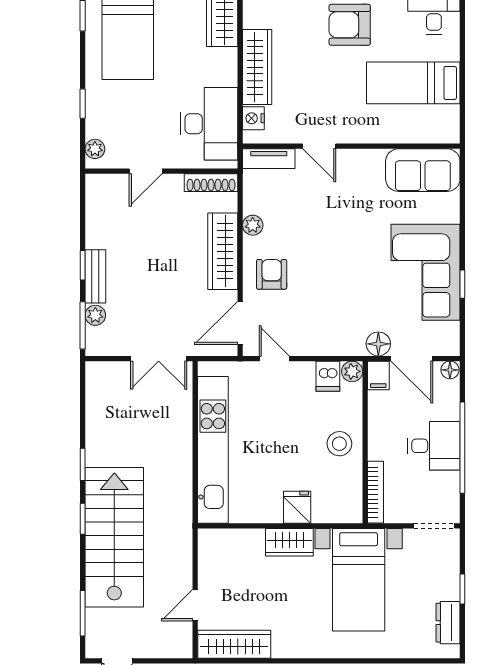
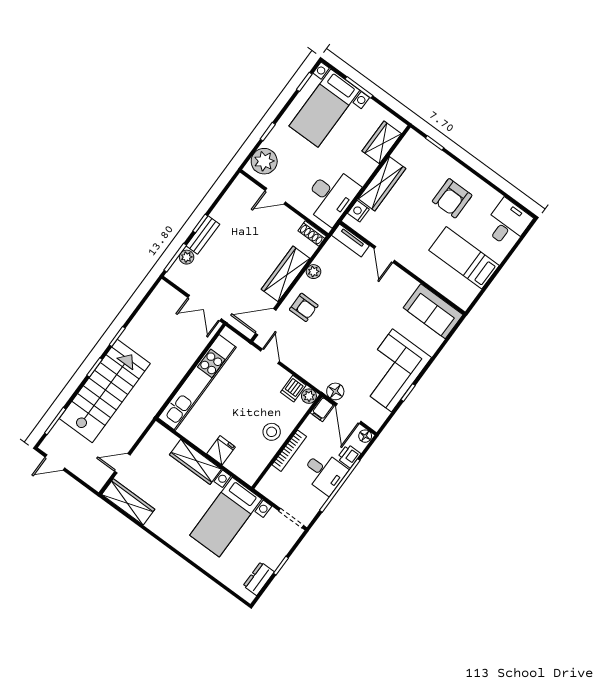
armchair: (350, 25) -> (452, 198), turned -90
plant: (95, 149) -> (264, 161), width x1.88, depth x1.88
shoe rack: (211, 183) -> (312, 233), width x0.70
armchair: (272, 274) -> (304, 307), turned 90
printer: (448, 406) -> (349, 456), added
bookcase: (375, 492) -> (289, 451), moved
wardrobe: (289, 542) -> (195, 462), width x1.50

